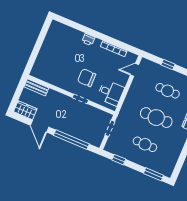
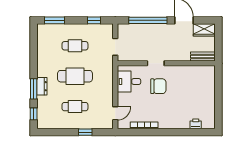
printer: (88, 40) -> (196, 124), moved

